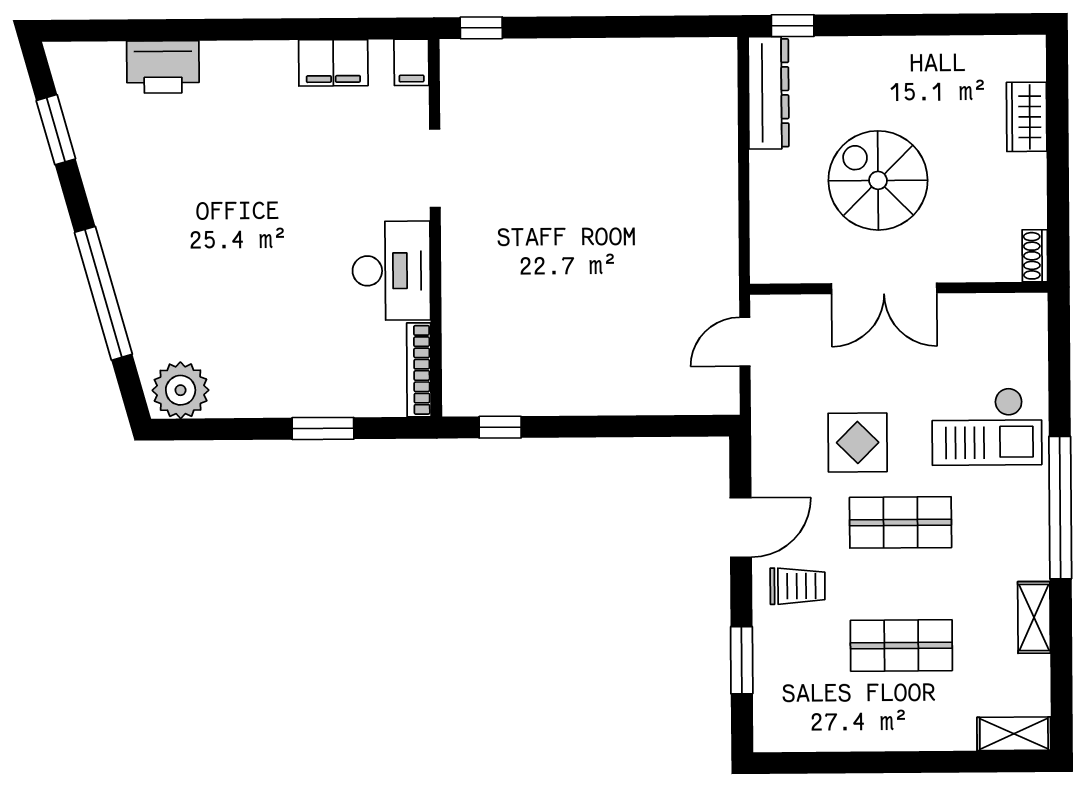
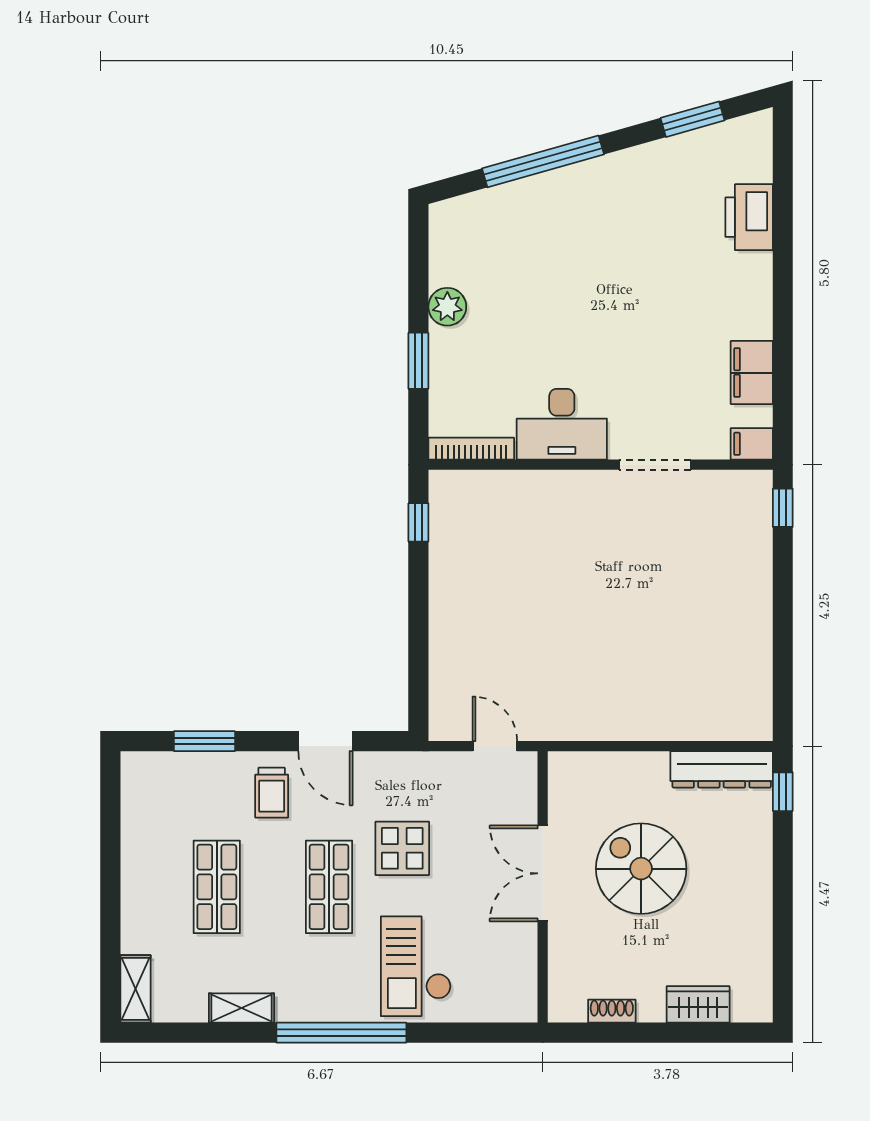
spiral stairs: (878, 180) -> (641, 869), turned -90
shoe rack: (1035, 256) -> (612, 1011), moved
plant: (181, 390) -> (447, 307), moved, width x0.73, depth x0.73

